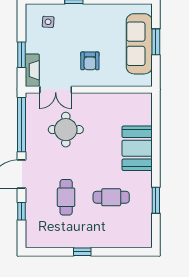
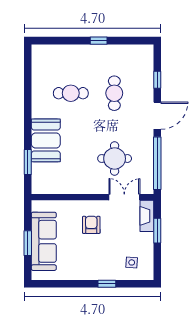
window: (156, 200) -> (28, 162), moved

